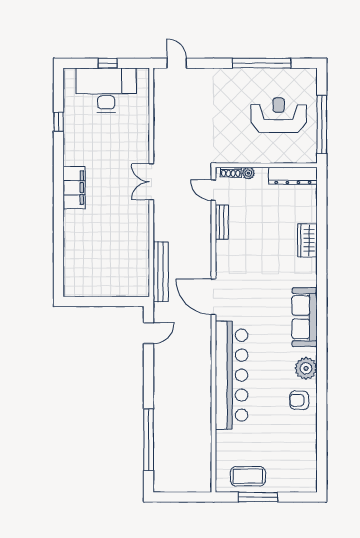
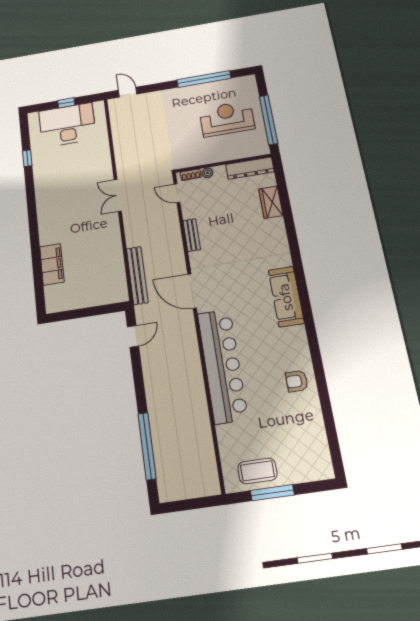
filing cabinet: (74, 188) -> (52, 264), moved
bench: (222, 222) -> (192, 235), moved
wardrobe: (307, 240) -> (271, 202), moved
plant: (306, 368) -> (297, 347), removed

